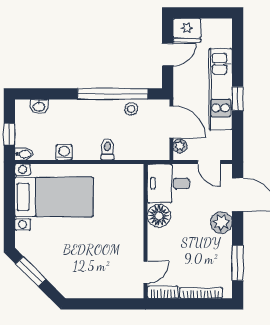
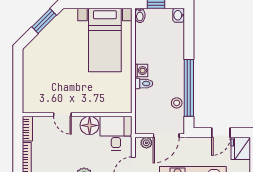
door: (168, 55) -> (221, 133), hinge flipped
washbasin: (39, 107) -> (179, 15), moved
washing machine: (64, 152) -> (141, 71), moved
door: (146, 272) -> (62, 115), moved

